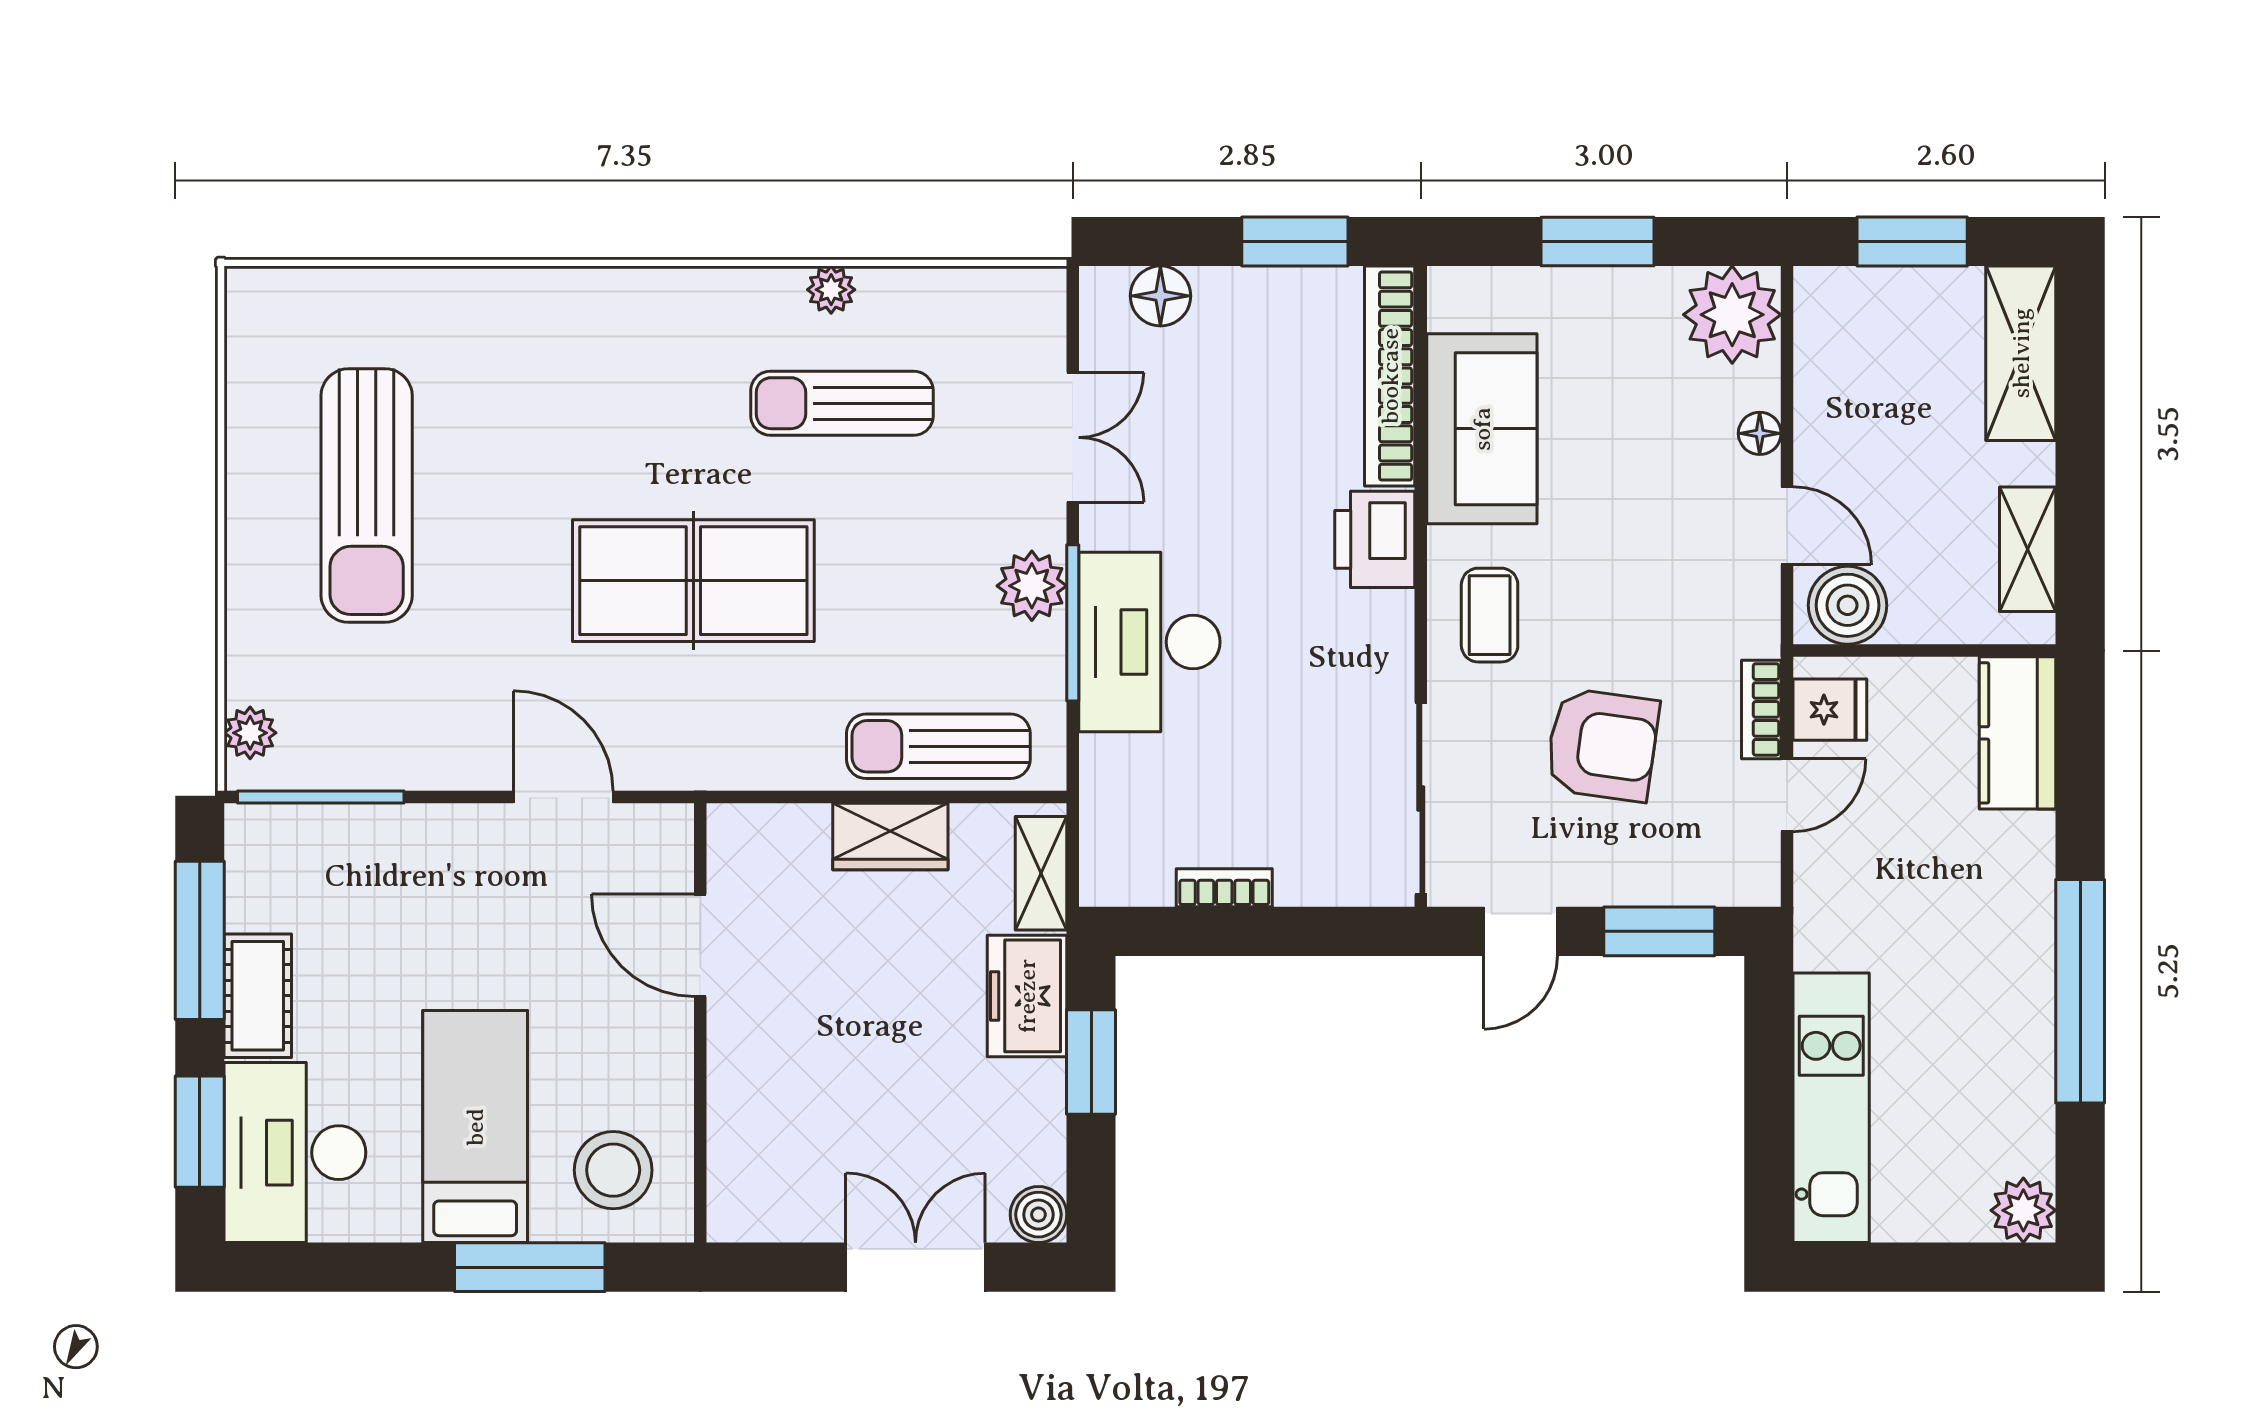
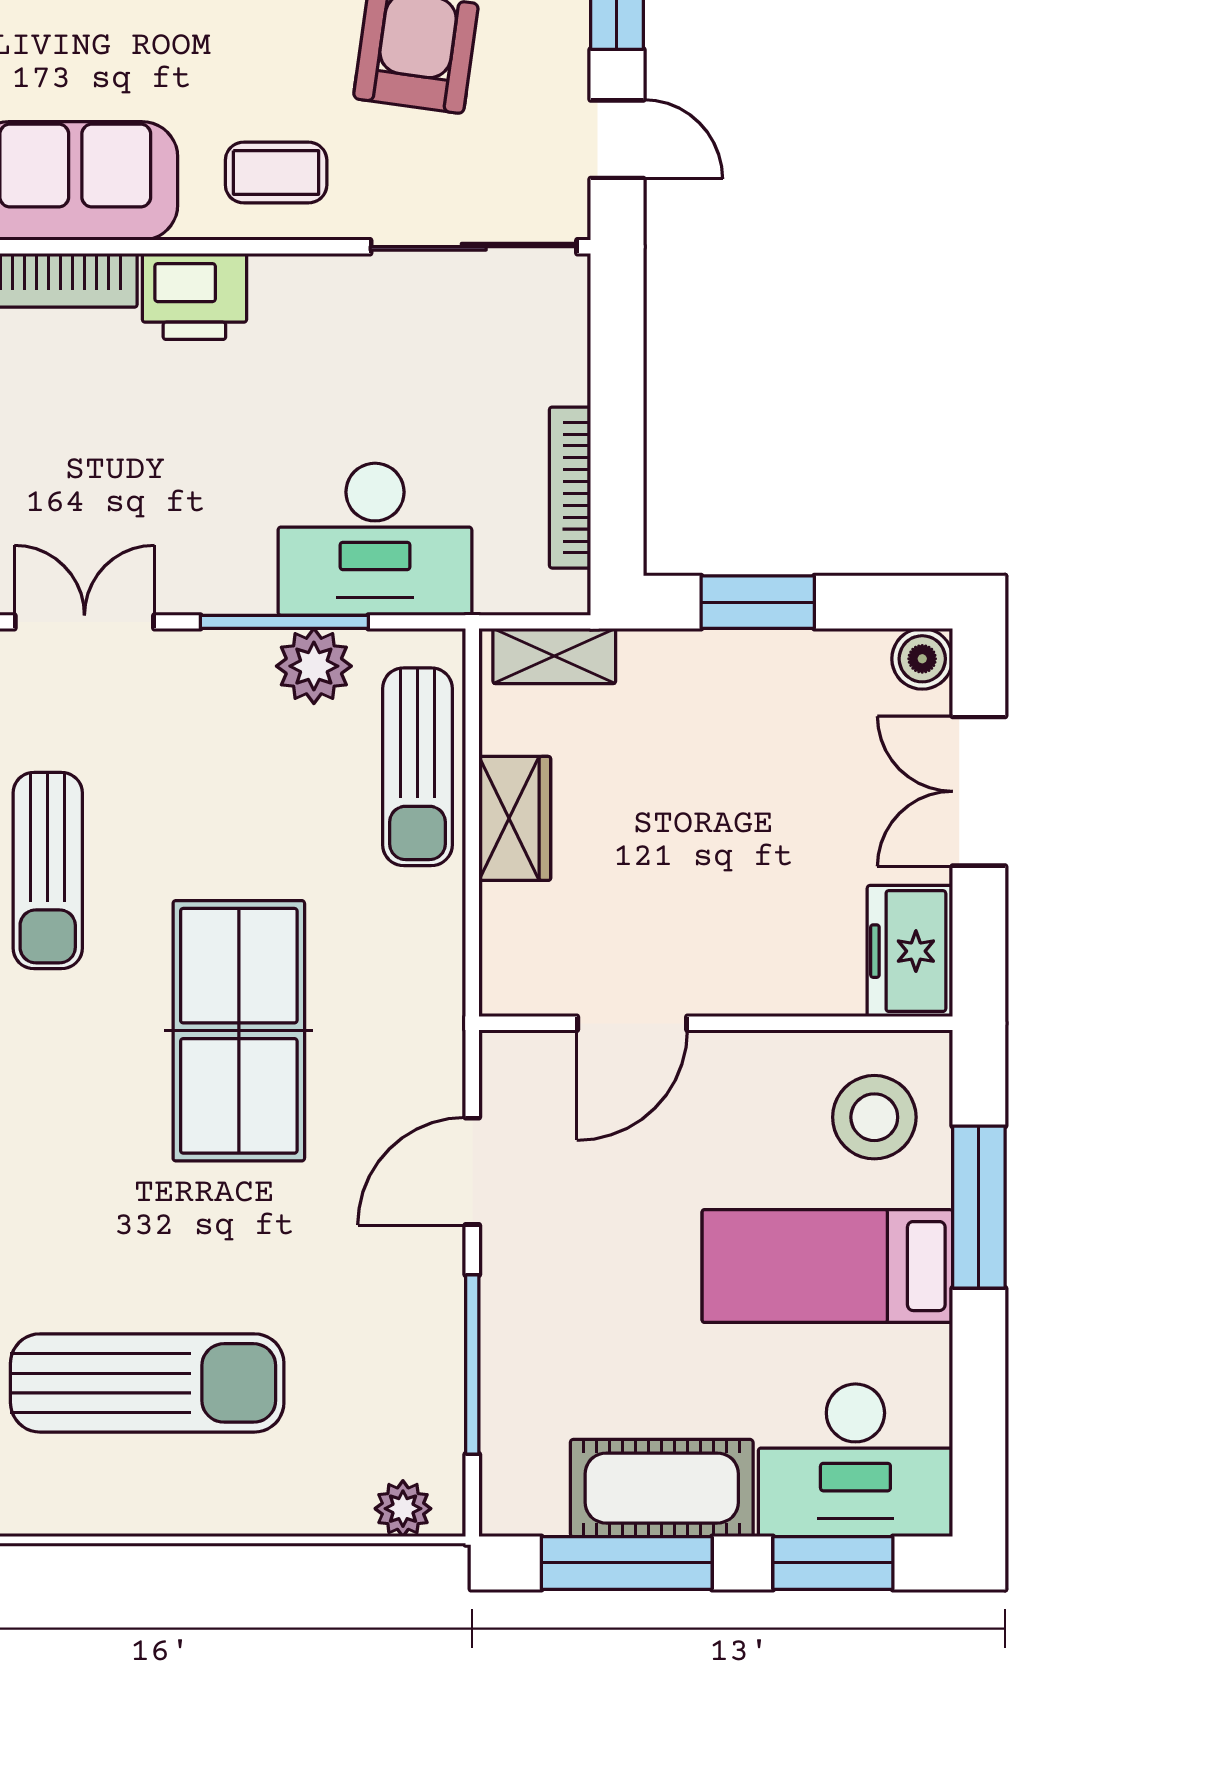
plant: (1032, 586) -> (314, 666), moved
desk: (1149, 642) -> (375, 539), moved
window: (321, 797) -> (472, 1365), moved
bookcase: (1224, 888) -> (570, 488), width x1.56
cot: (258, 996) -> (662, 1488), width x1.37, depth x1.34
freezer: (1027, 996) -> (910, 951), moved, turned 90

